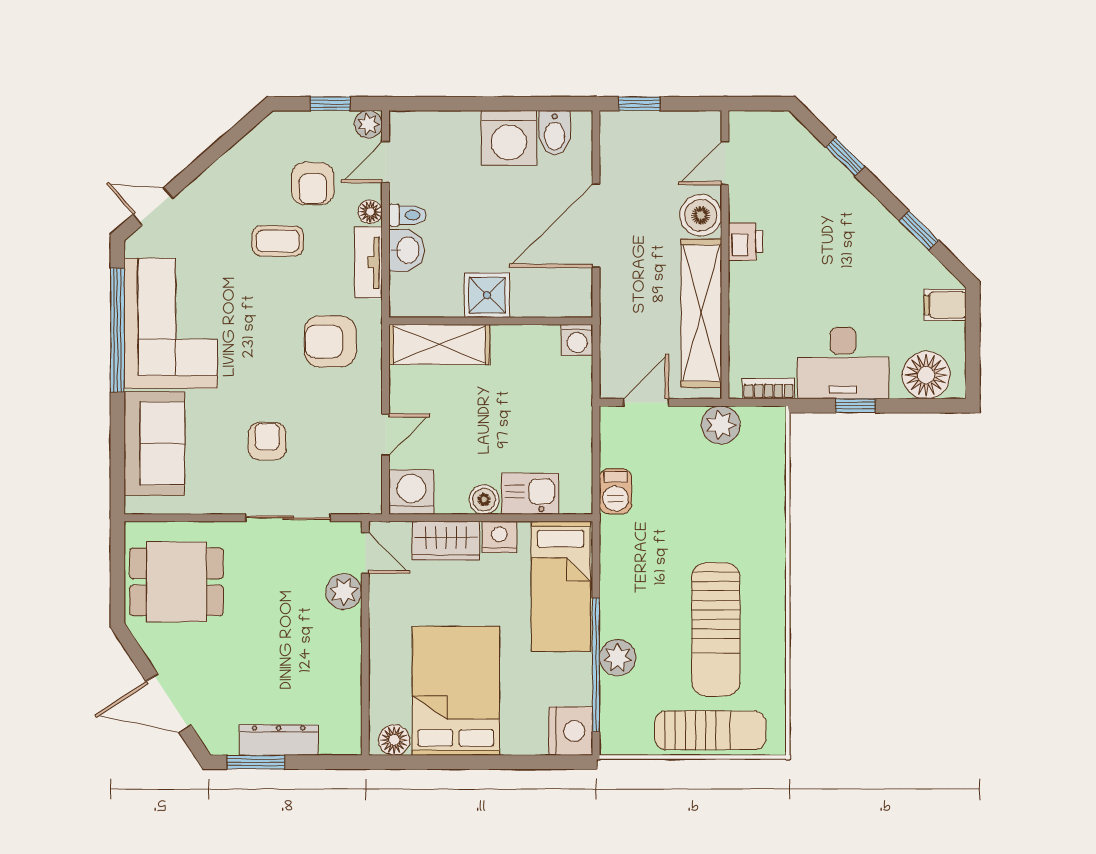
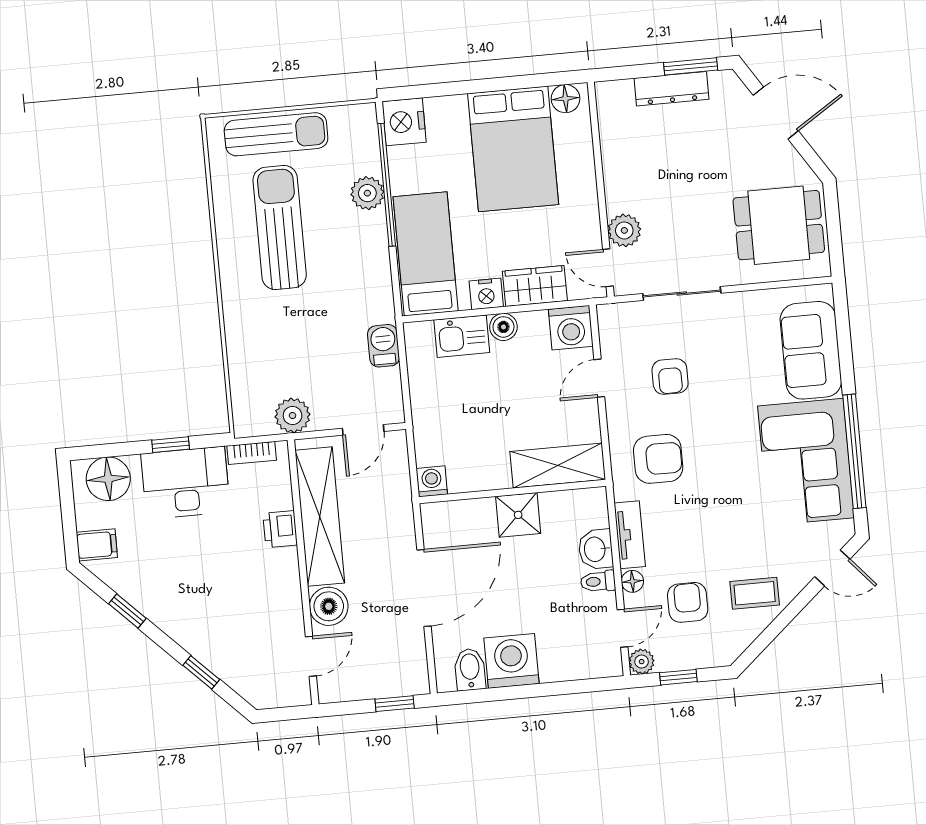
coffee table: (278, 241) -> (755, 593), moved
printer: (746, 242) -> (280, 529), moved
armchair: (267, 441) -> (670, 377), moved
sun lounger: (710, 730) -> (276, 134), turned 180

